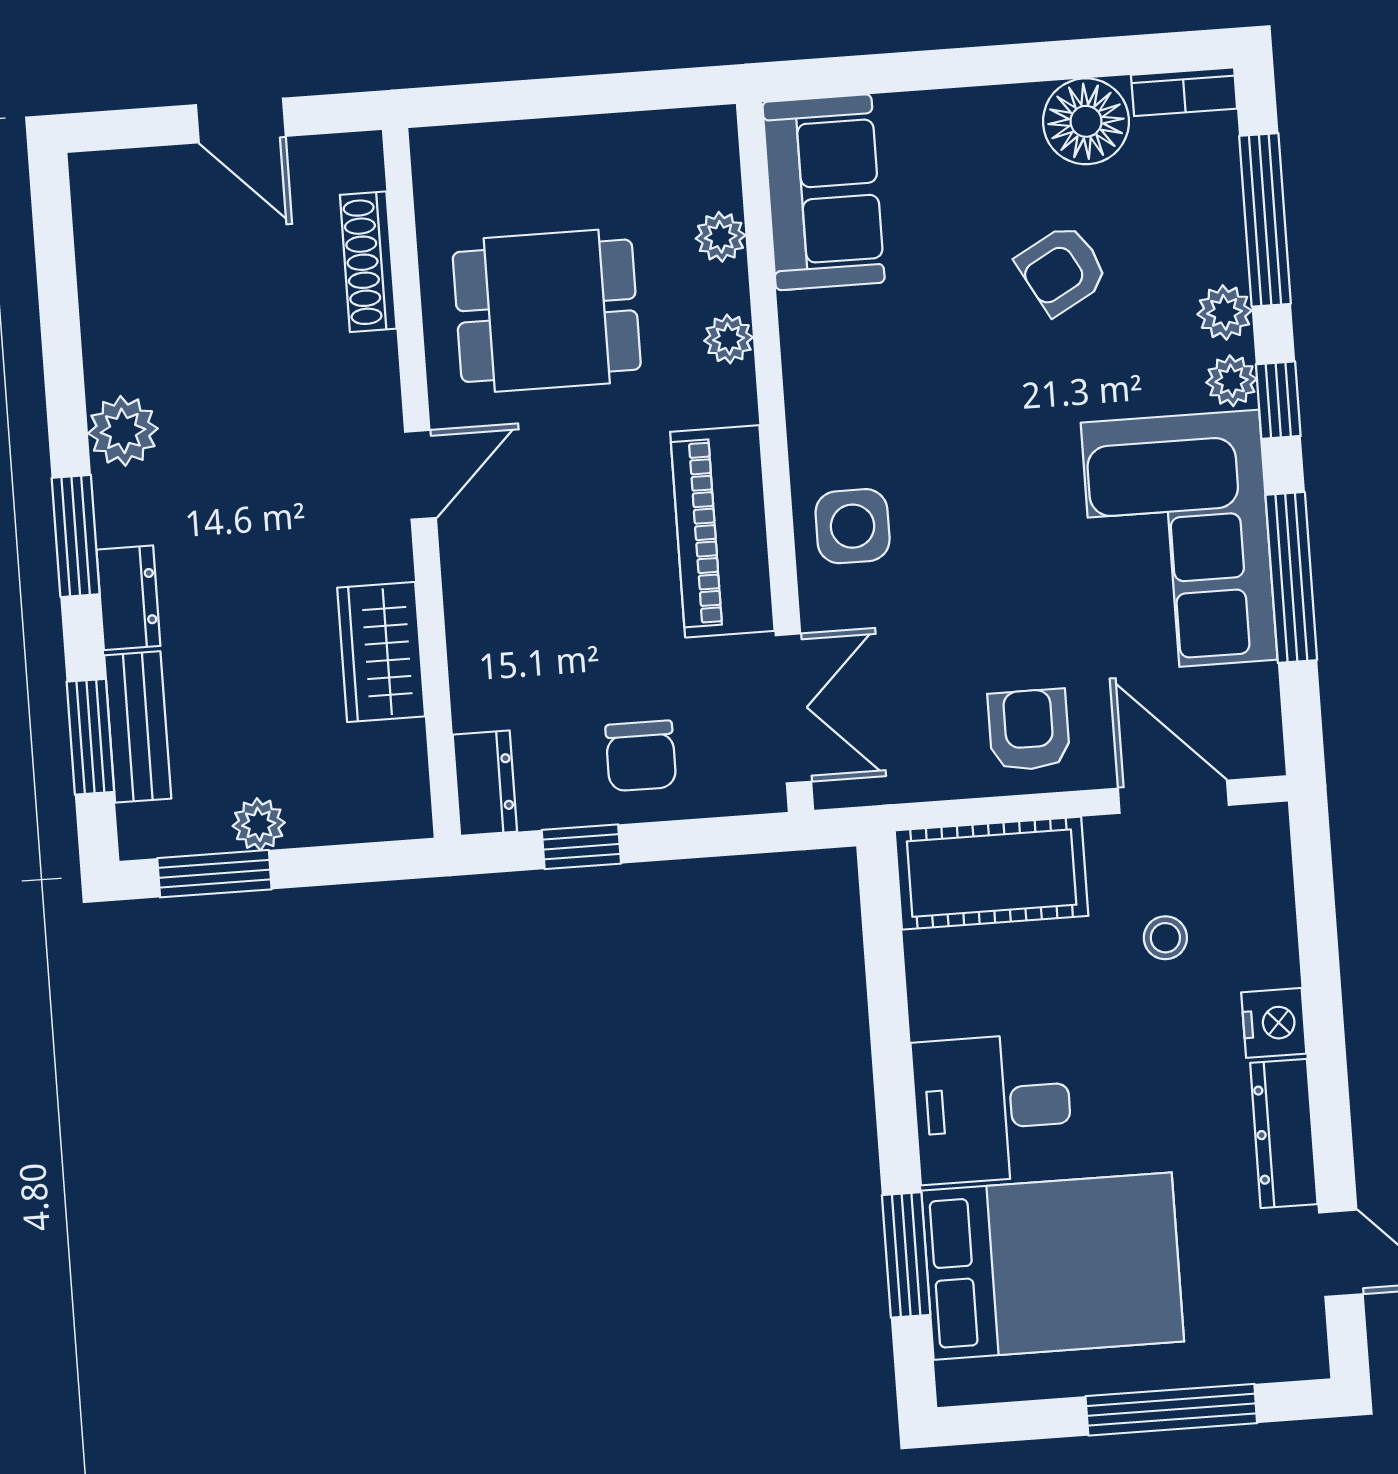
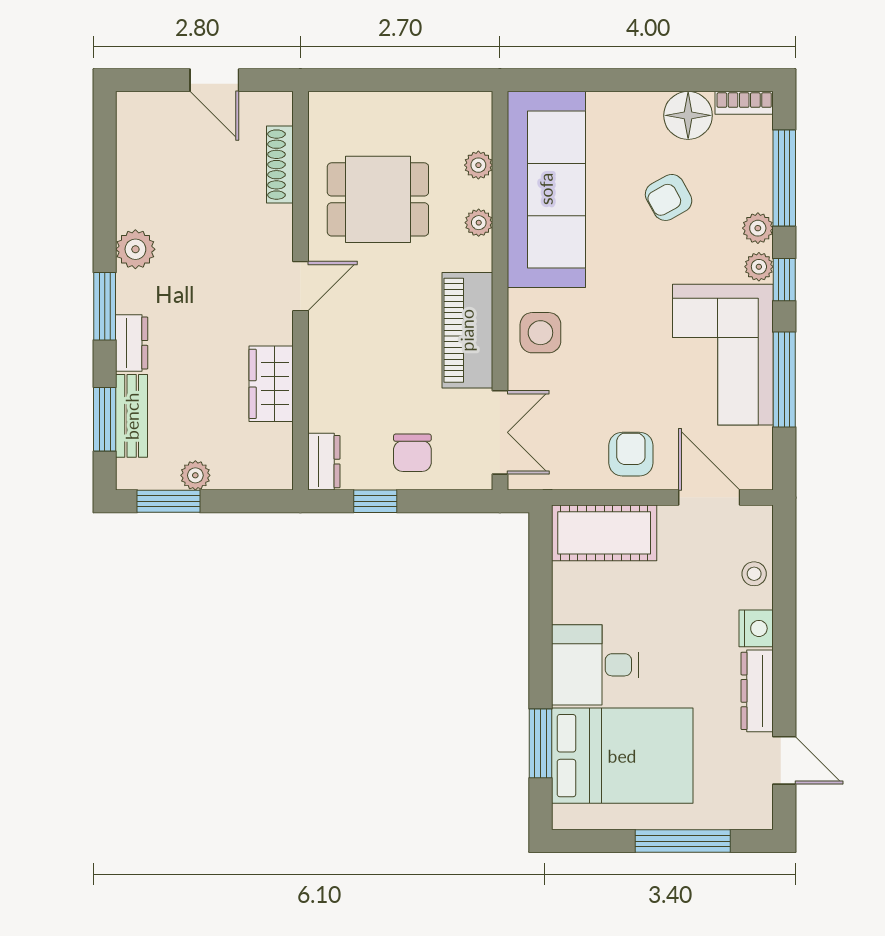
sofa: (824, 192) -> (546, 189), width x1.85, depth x1.27
stool: (1165, 938) -> (754, 574), moved

